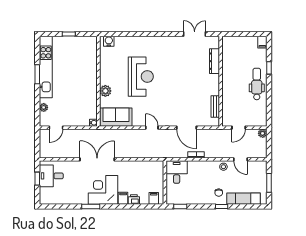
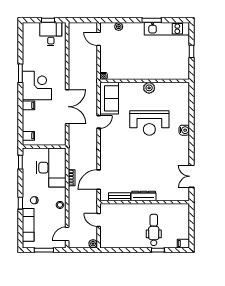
double door: (195, 34) -> (192, 176), swing flipped
water cooler: (109, 41) -> (184, 130), moved
dresser: (215, 61) -> (144, 196), moved
kitchen unit: (46, 67) -> (167, 29), width x0.73
dental chair: (257, 84) -> (154, 230), moved, turned -90
plant: (105, 91) -> (149, 88), moved
door: (152, 128) -> (99, 122), moved
door: (187, 128) -> (99, 180), moved
double door: (97, 159) -> (67, 107), moved
door: (241, 159) -> (67, 234), moved
desk: (177, 172) -> (51, 168), width x1.87, depth x1.30
printer: (134, 200) -> (27, 116), removed

